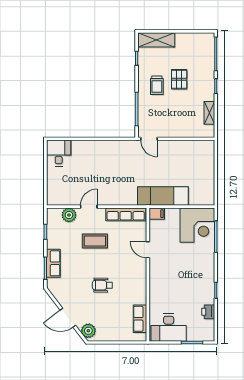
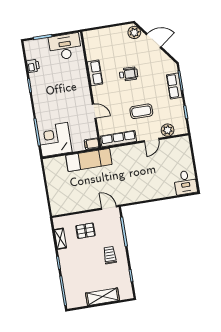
shelving: (156, 40) -> (103, 297), moved
pallet: (179, 79) -> (85, 231), moved, turned 90
row of seats: (140, 319) -> (95, 73), moved

